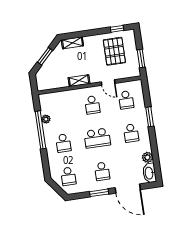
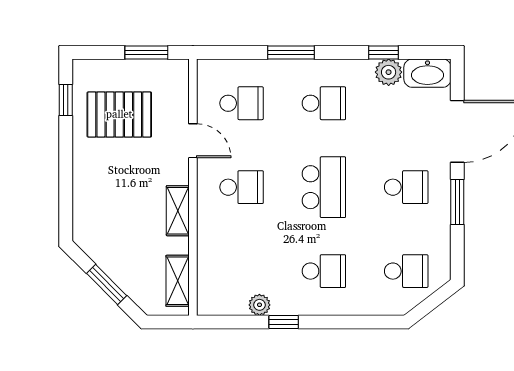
shelving: (72, 43) -> (178, 281), moved
door: (108, 83) -> (193, 141), hinge flipped
window: (40, 130) -> (284, 322), width x0.32
window: (155, 154) -> (384, 52), added

